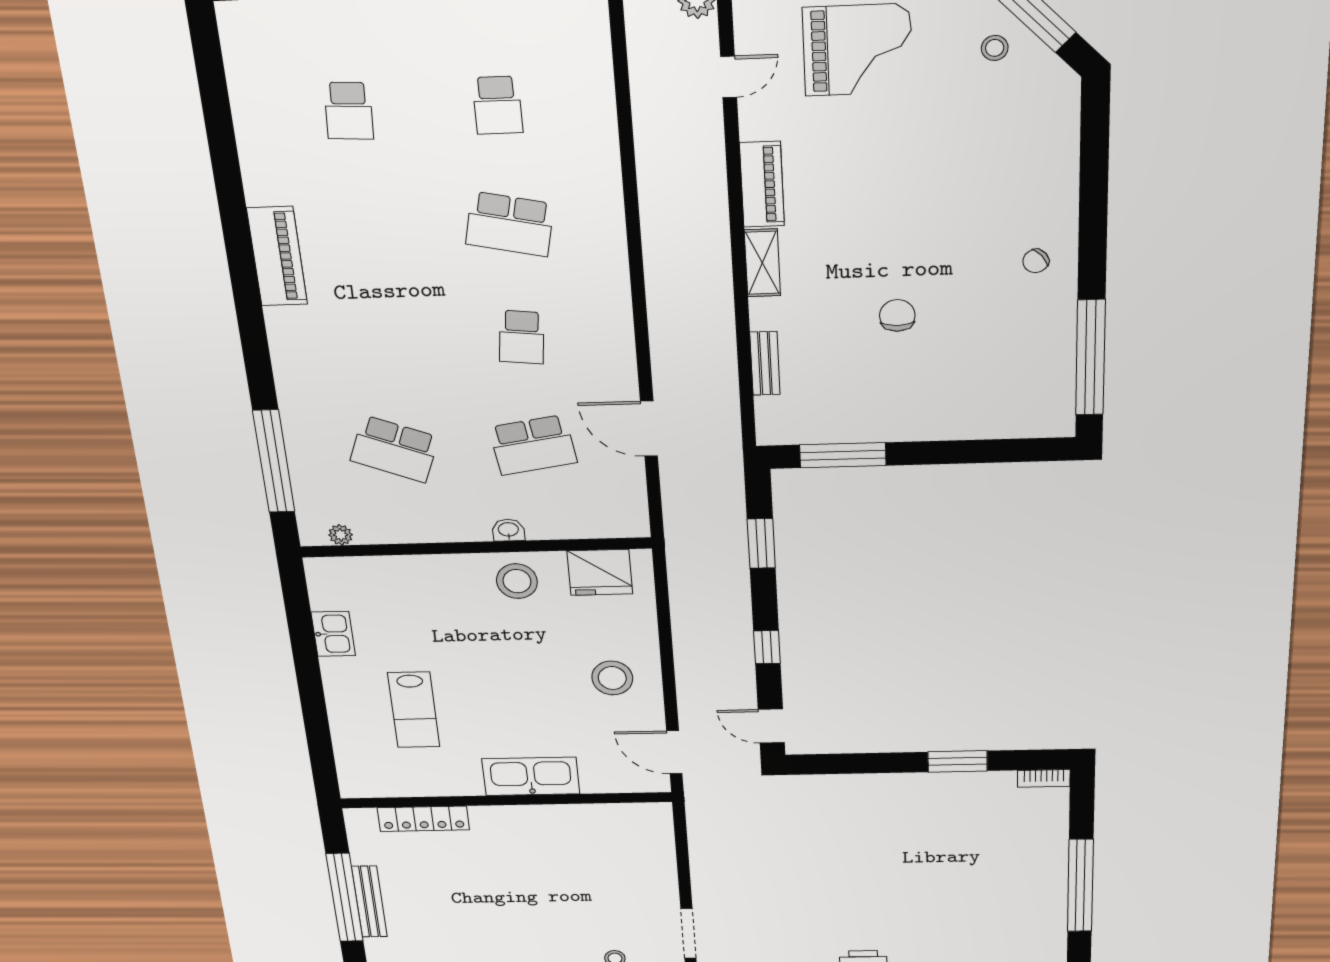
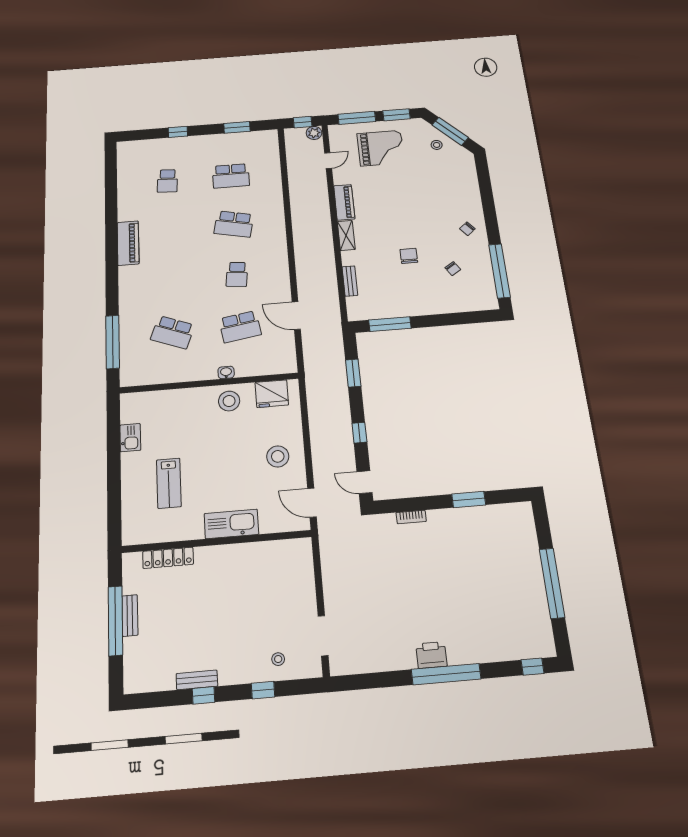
school desk: (497, 105) -> (231, 176), width x1.85
chair: (990, 348) -> (453, 269), added
plant: (341, 535) -> (141, 380), removed
bookcase: (1044, 778) -> (411, 517), moved
bench: (369, 902) -> (130, 615), width x0.73

